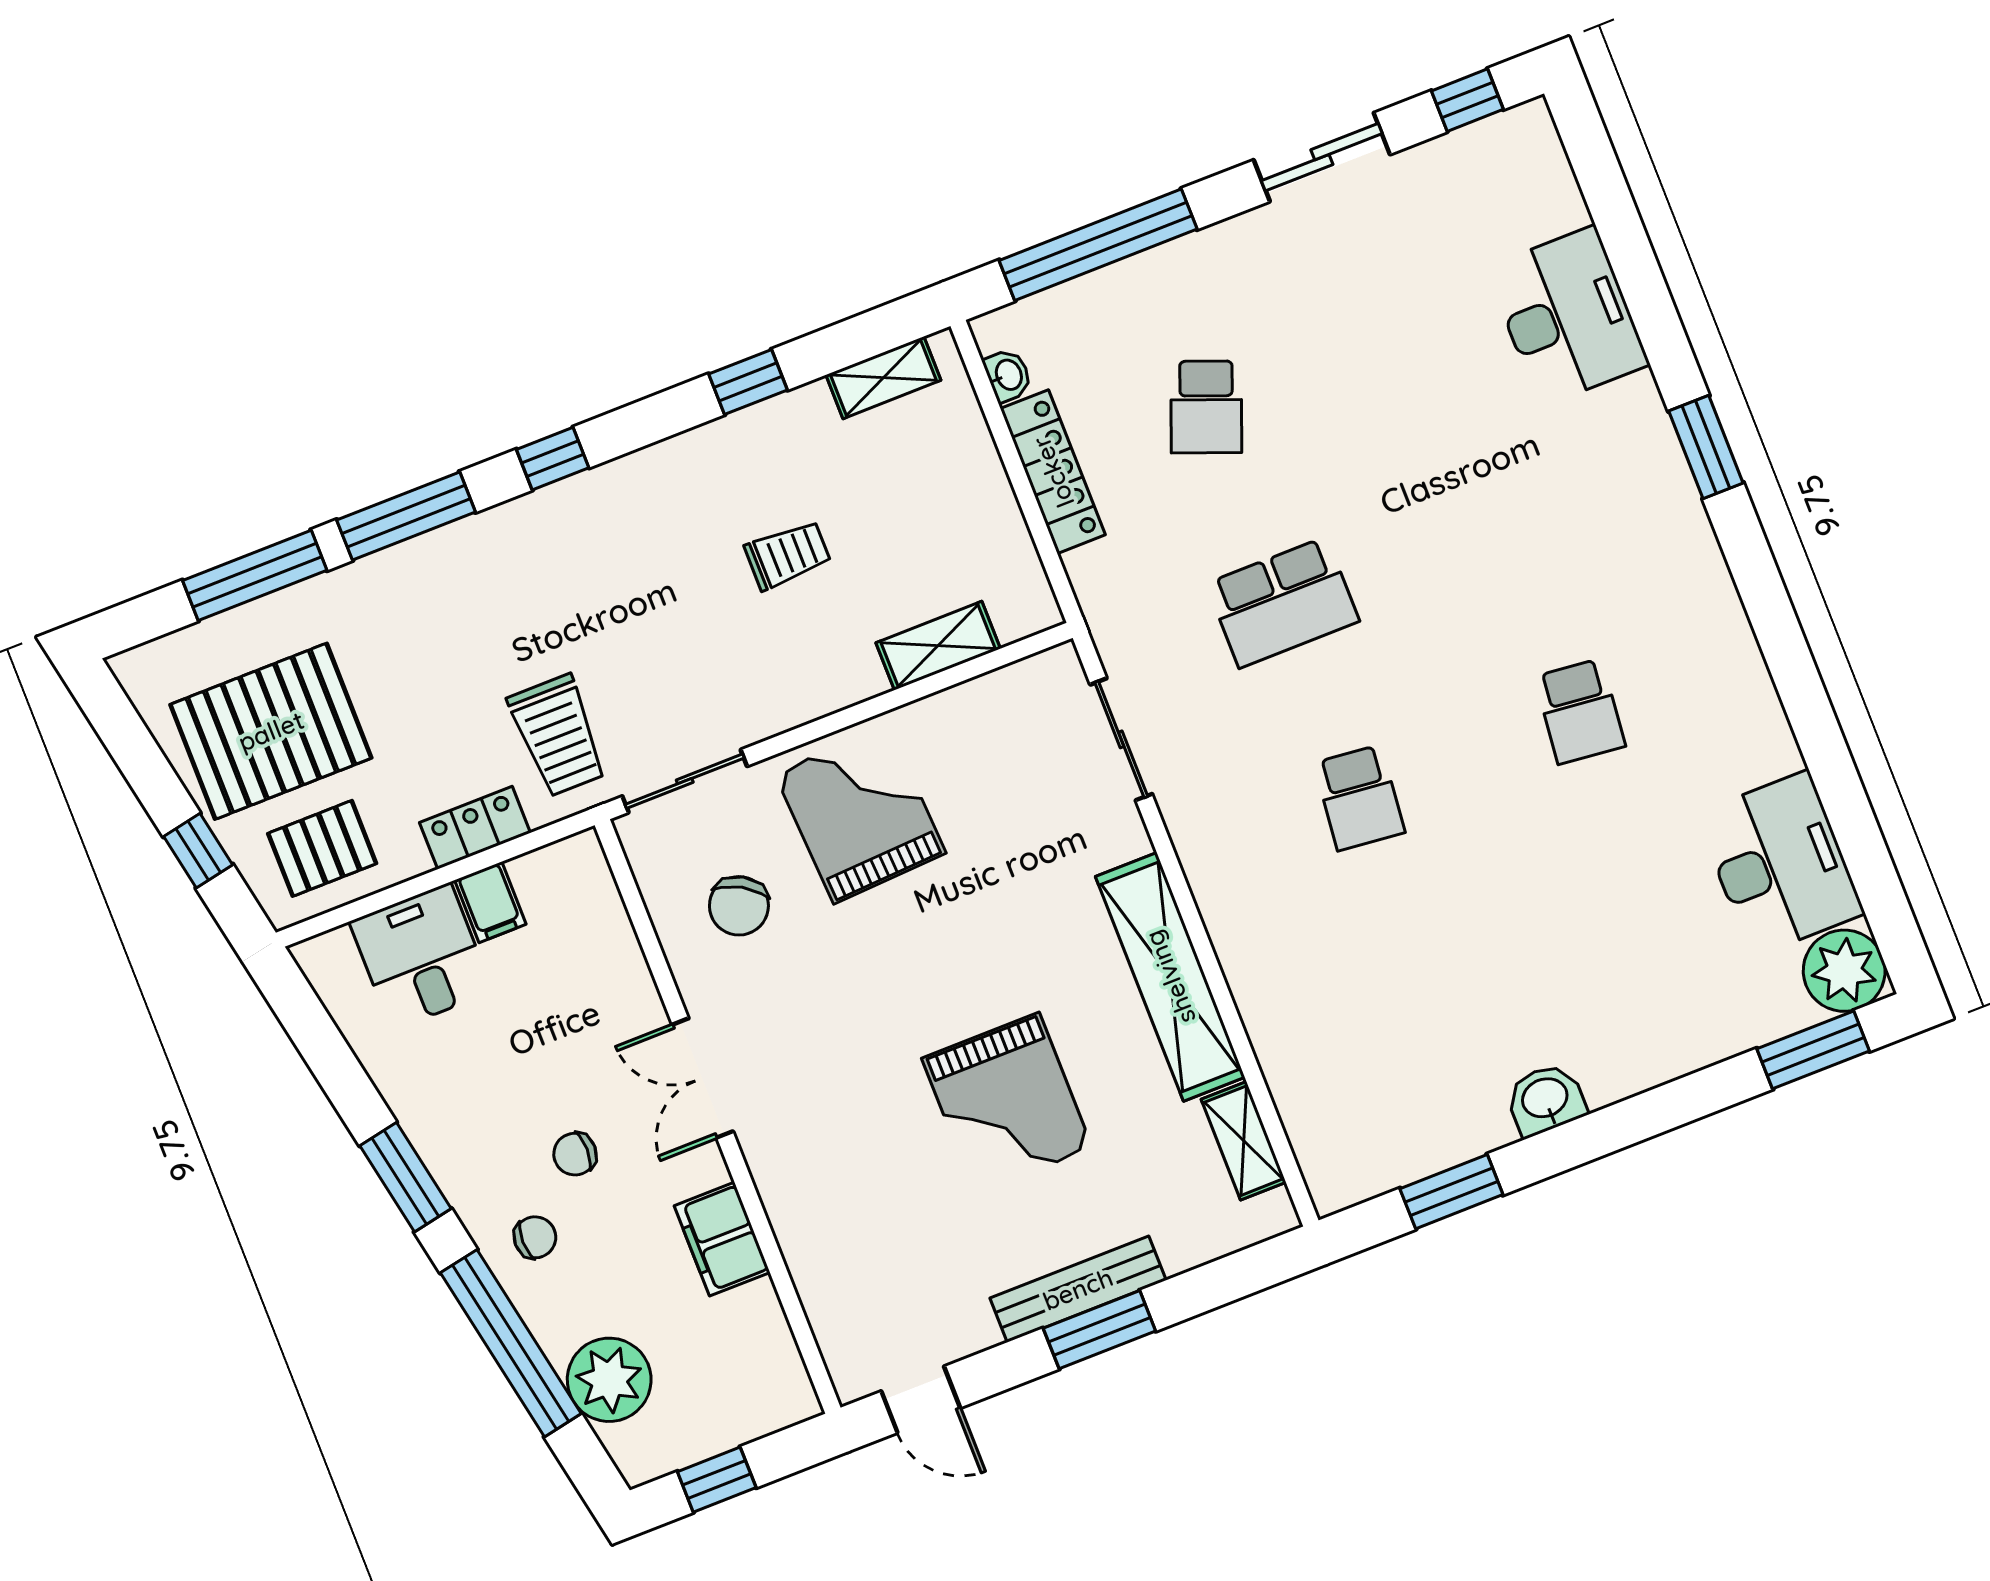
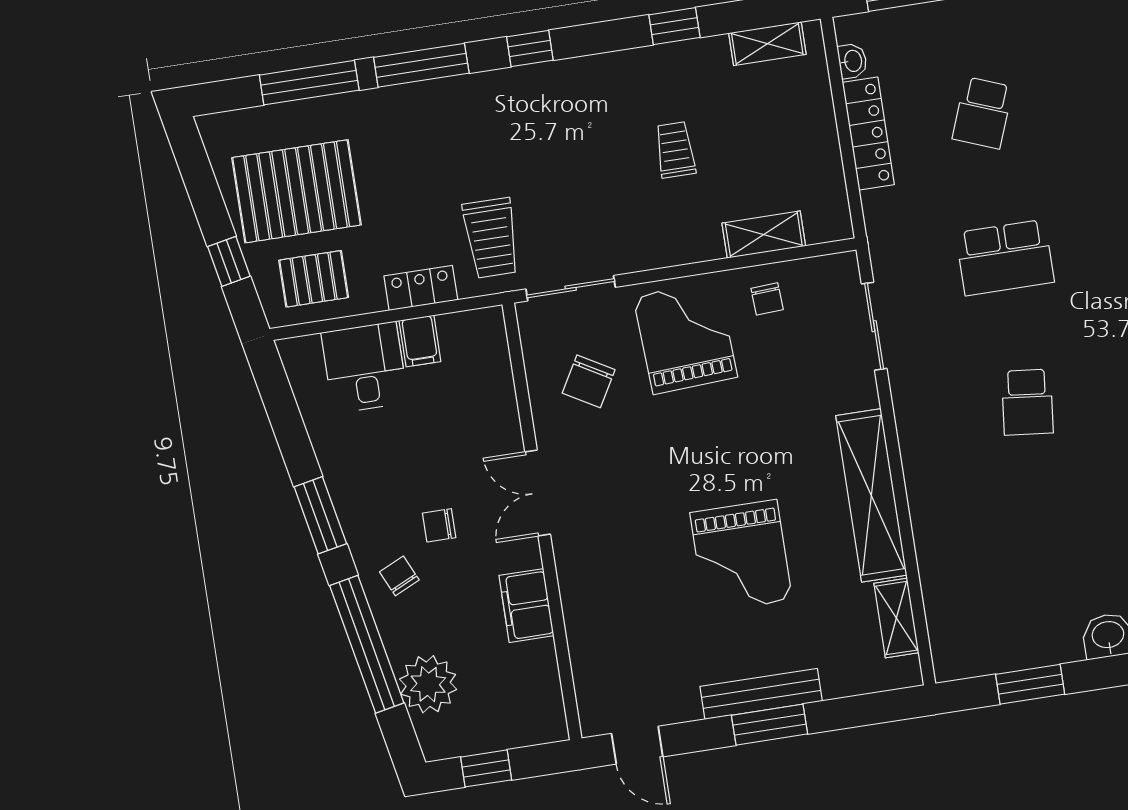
trolley: (788, 555) -> (675, 150), turned -90
chair: (963, 735) -> (767, 299), added
chair: (535, 1237) -> (399, 576), turned -115

